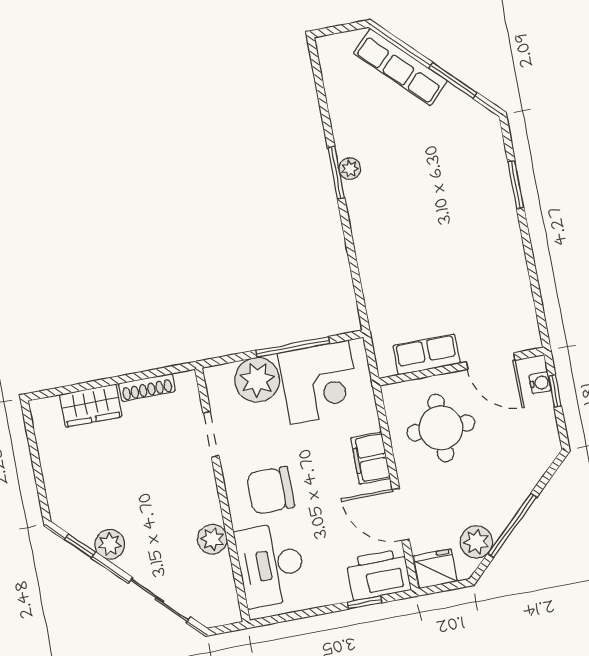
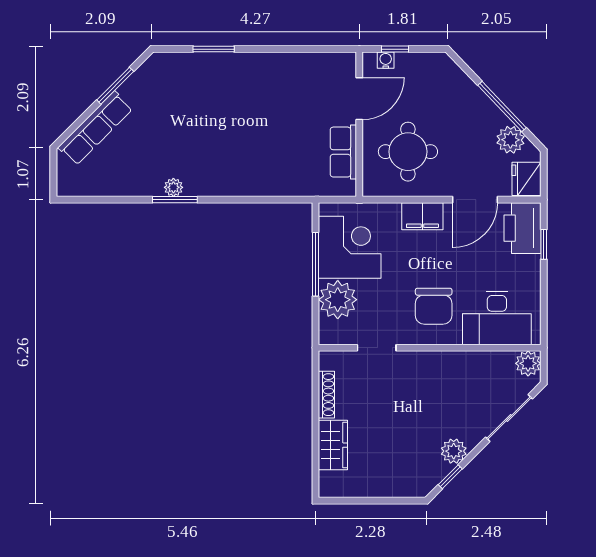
plant: (212, 539) -> (528, 363), moved

